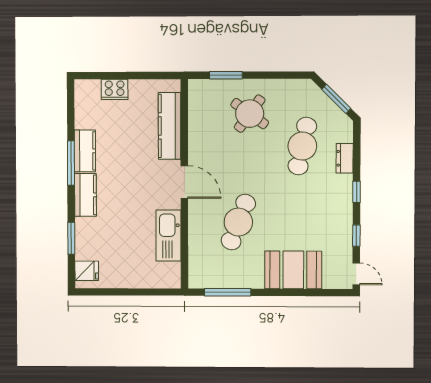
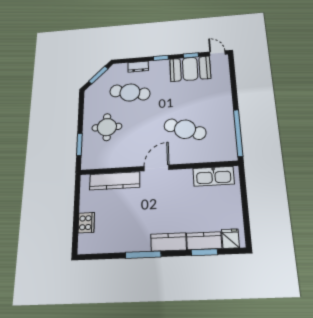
round table: (250, 114) -> (107, 127), turned -36
kitchen counter: (85, 151) -> (204, 241), moved
kitchen sink: (168, 235) -> (214, 176), moved
booth: (293, 270) -> (190, 69), moved, turned 90
door: (356, 274) -> (217, 53), hinge flipped
window: (228, 292) -> (238, 133), width x1.46

